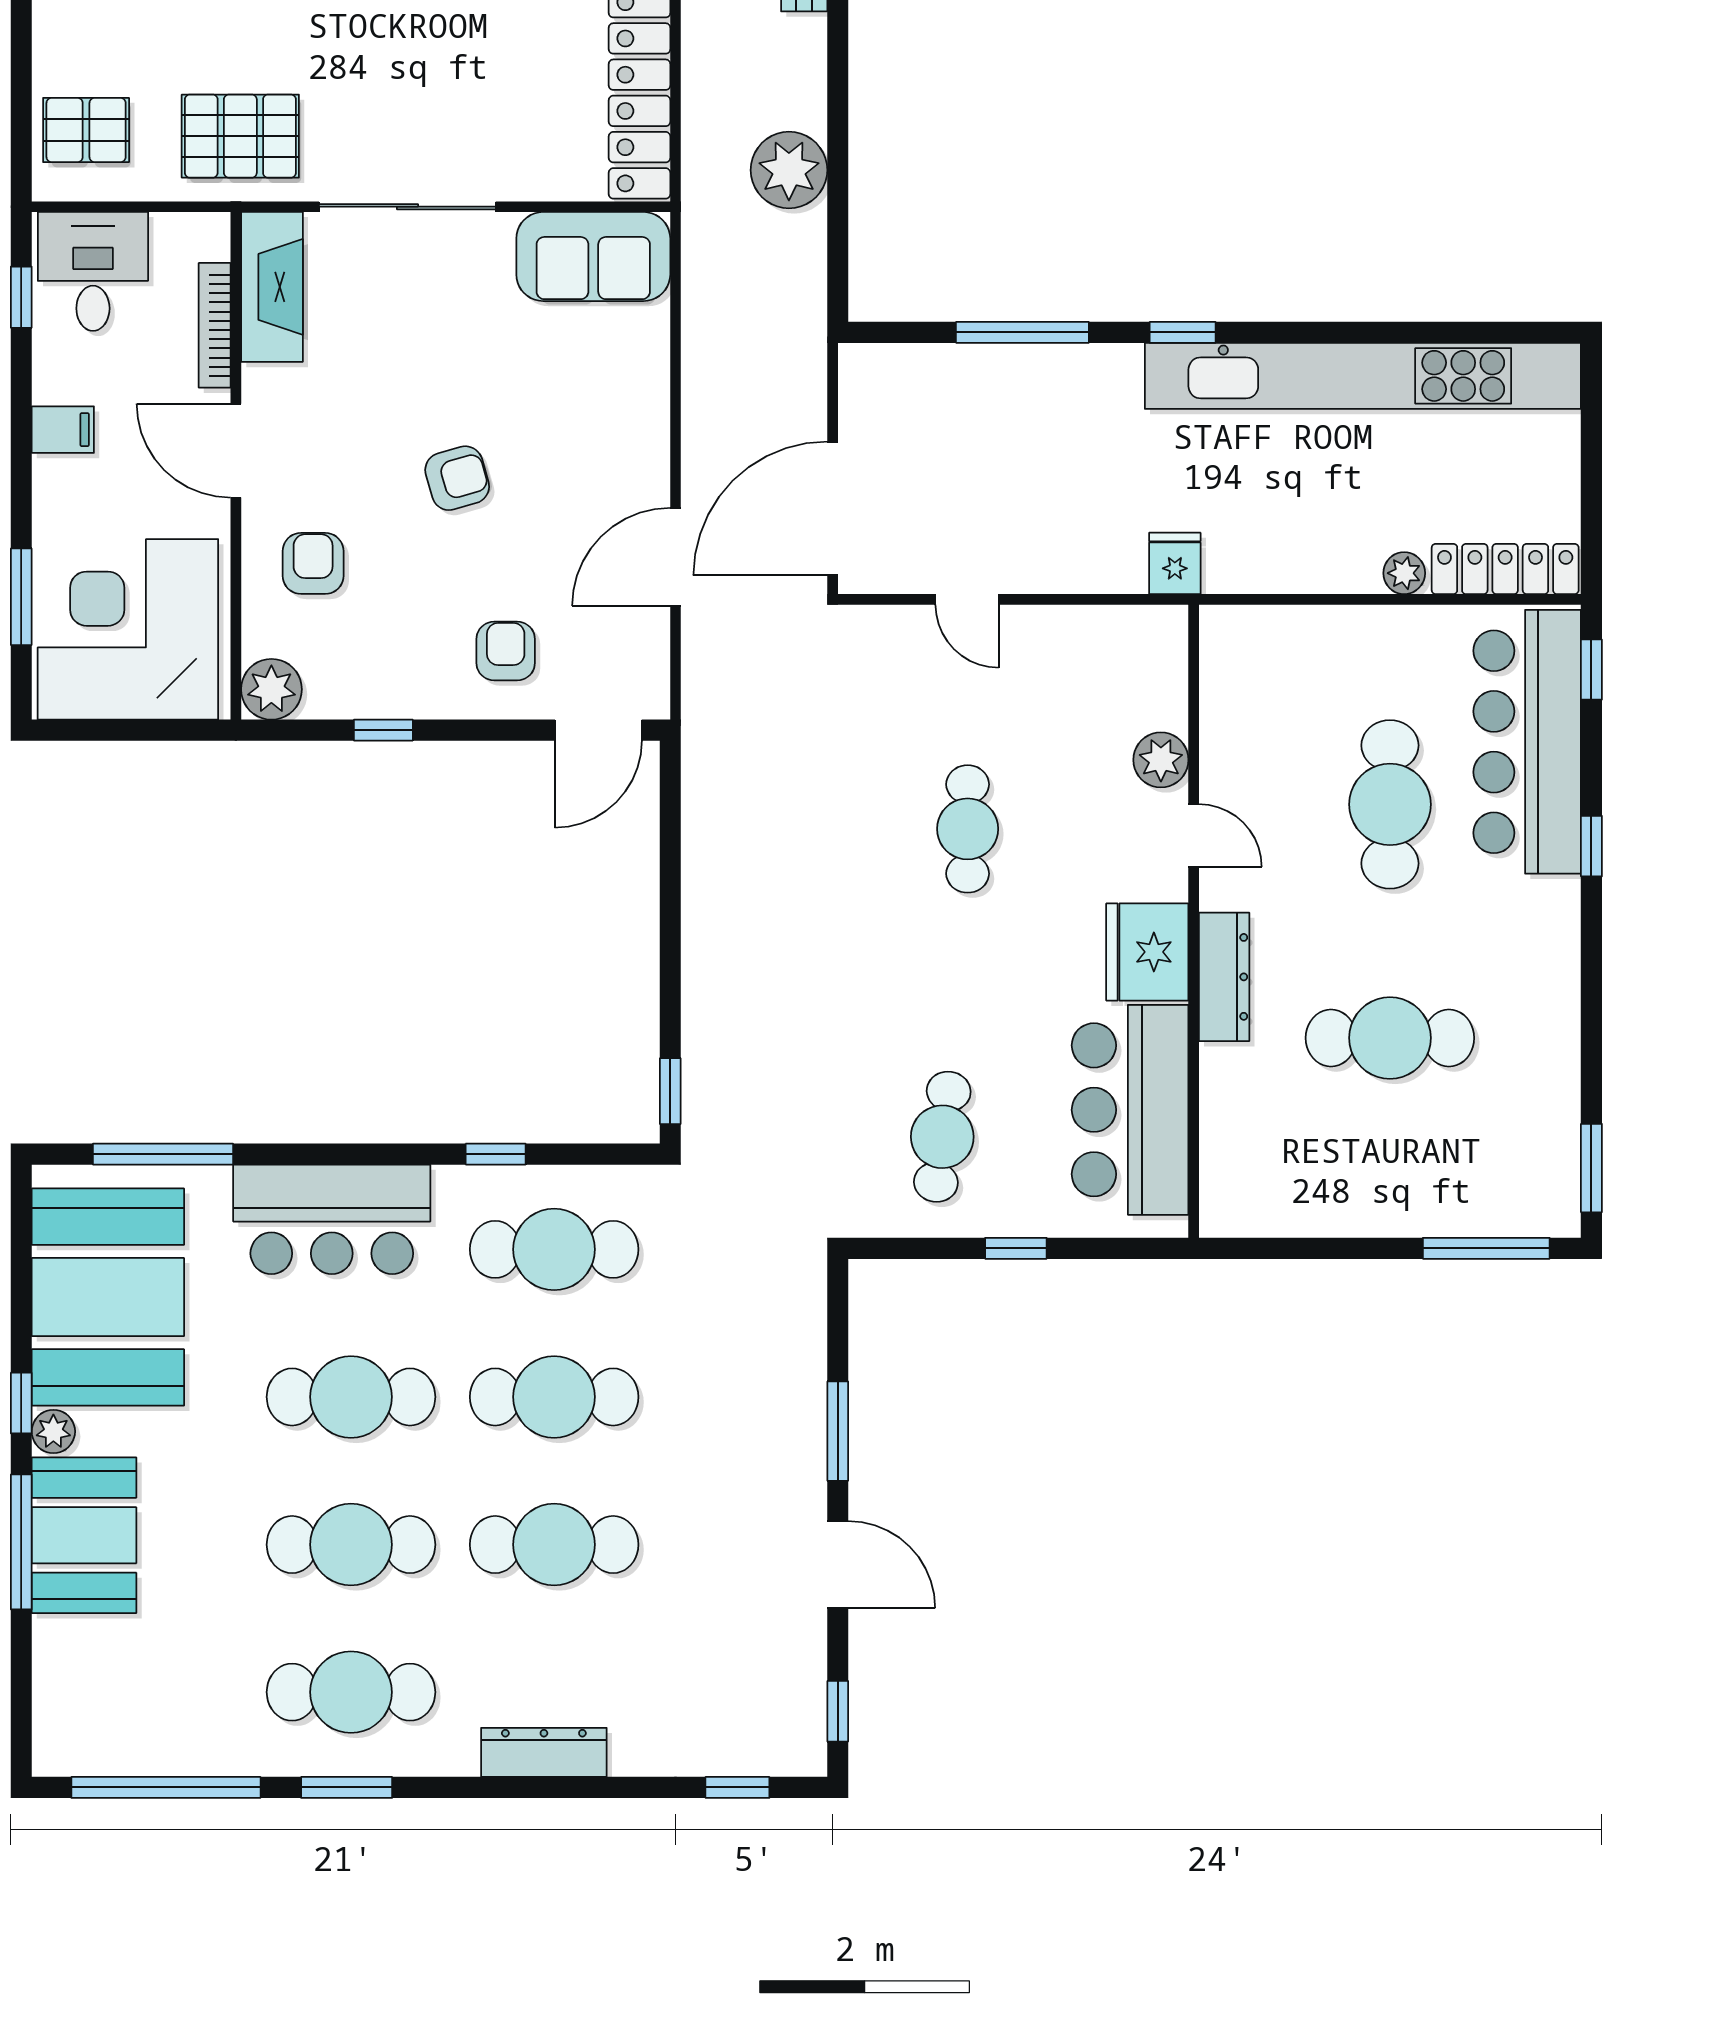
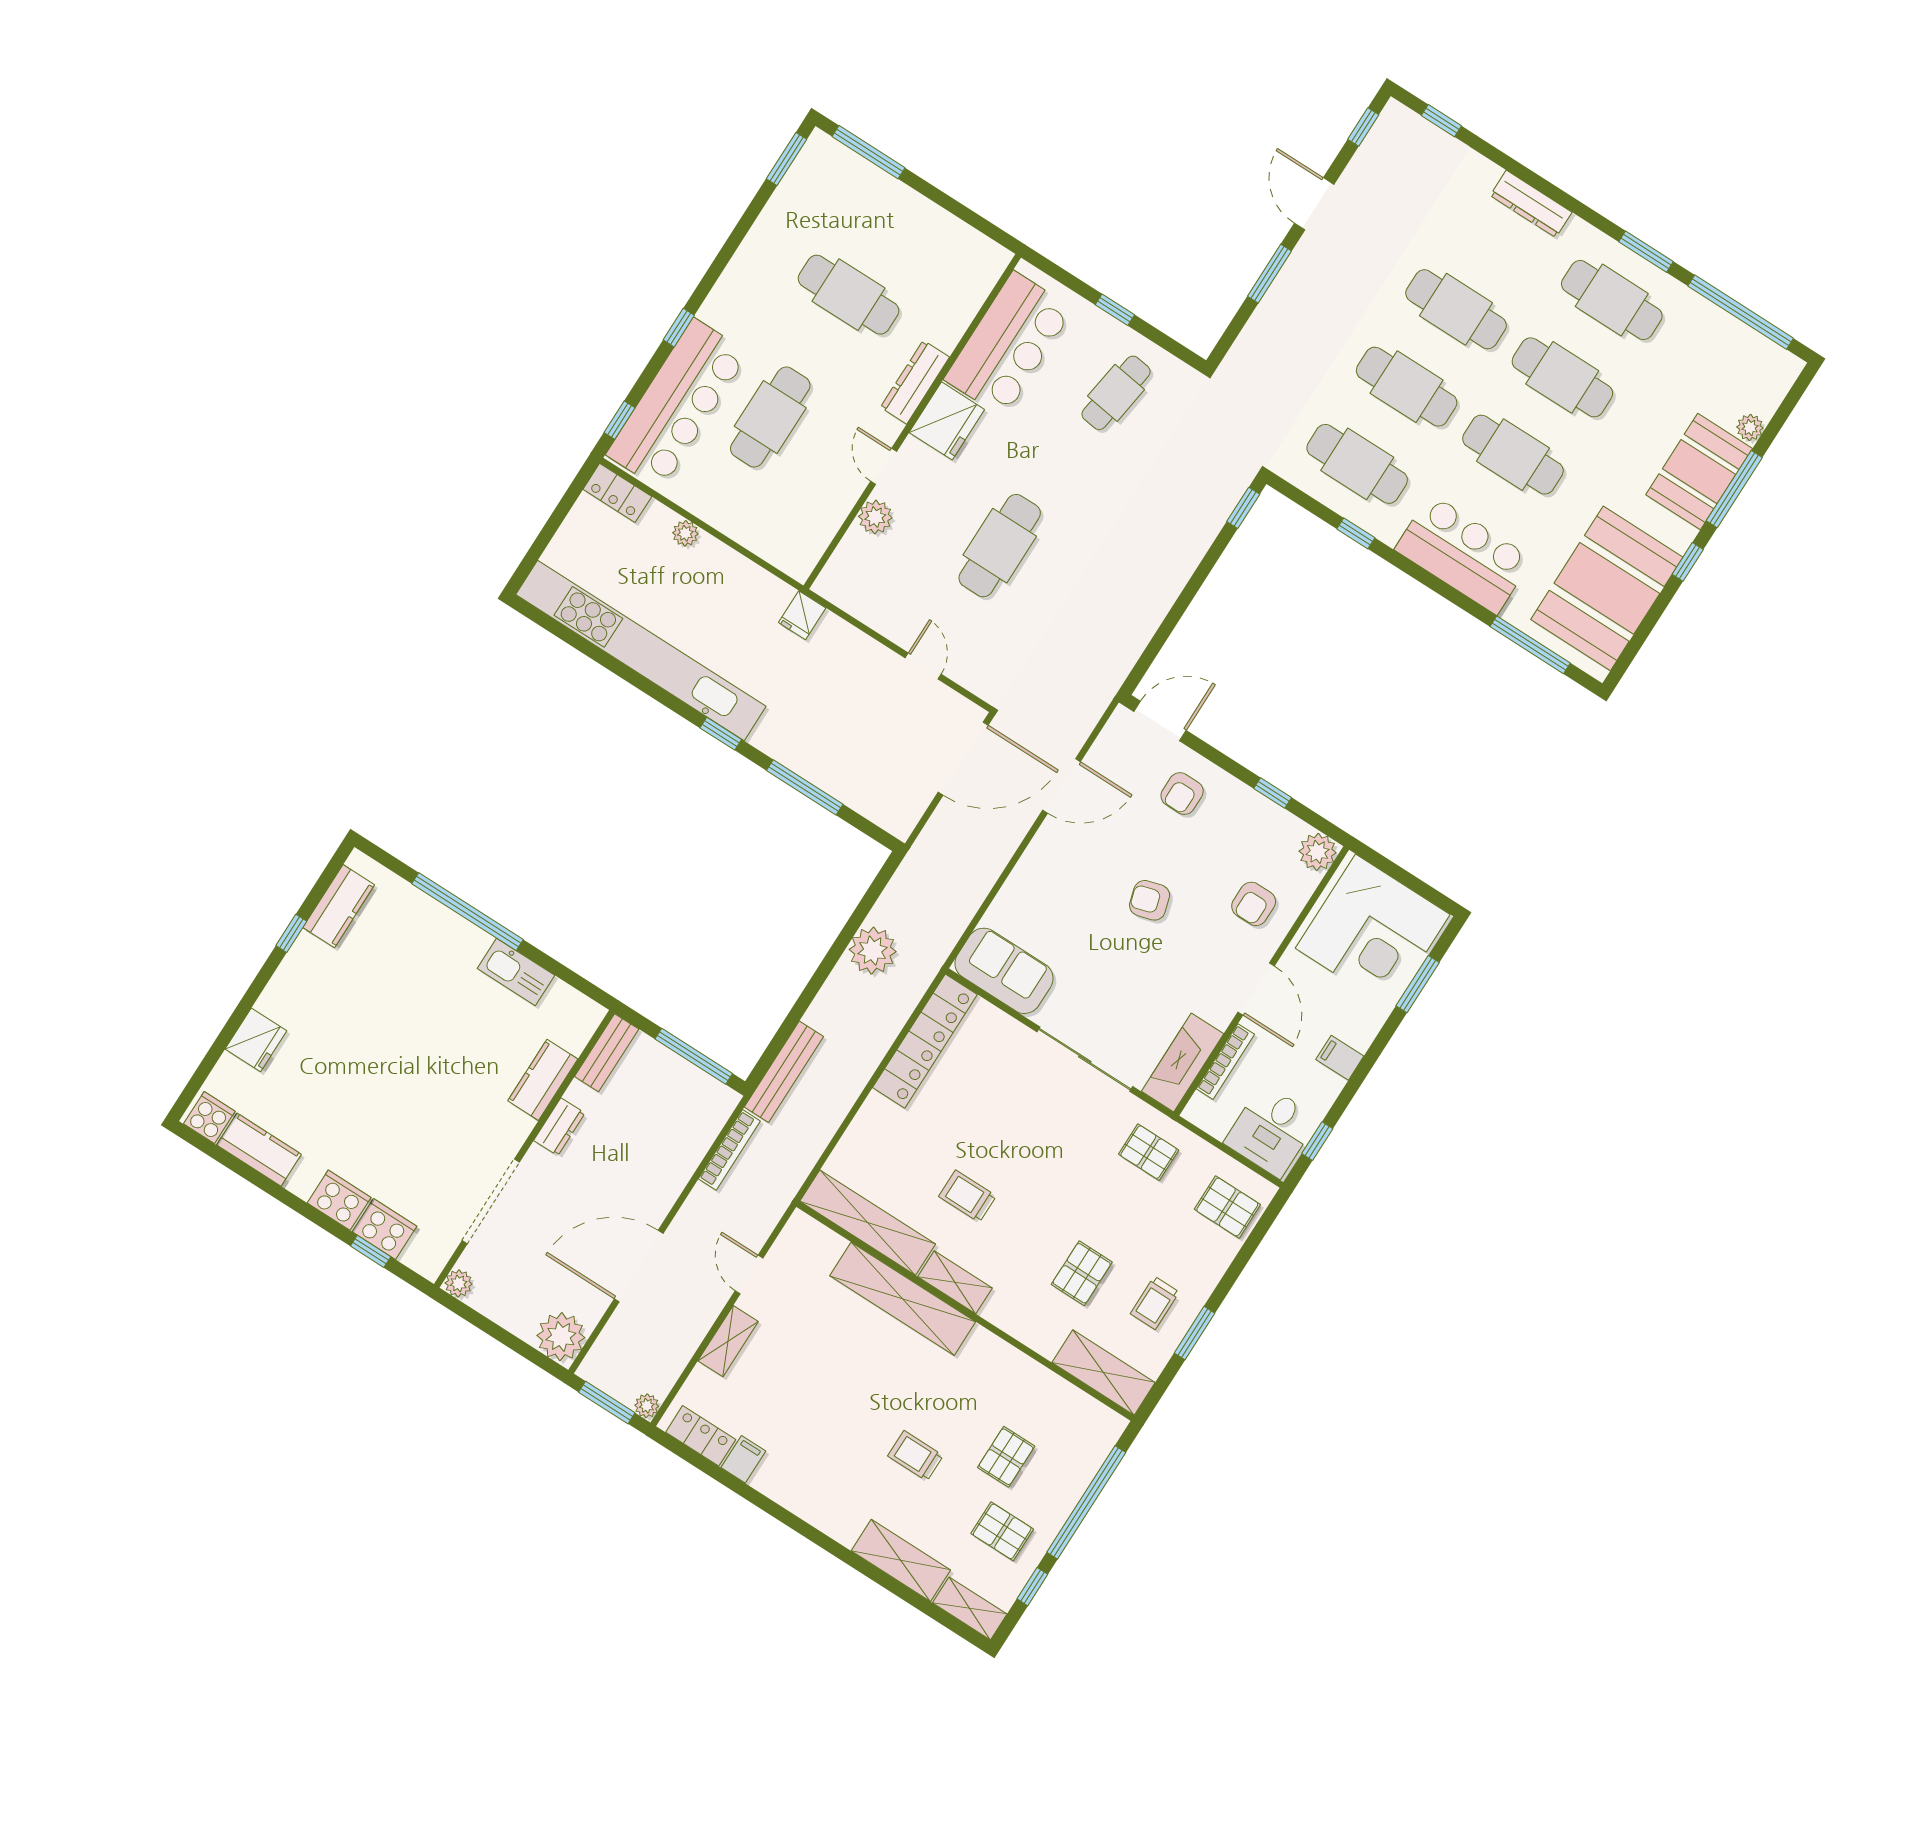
pallet: (240, 136) -> (1149, 1152), width x0.67, depth x0.71
locker: (1505, 569) -> (617, 493), width x0.66
cafe table: (968, 829) -> (1000, 546), width x1.37, depth x1.35
plant: (53, 1431) -> (1750, 428), moved

